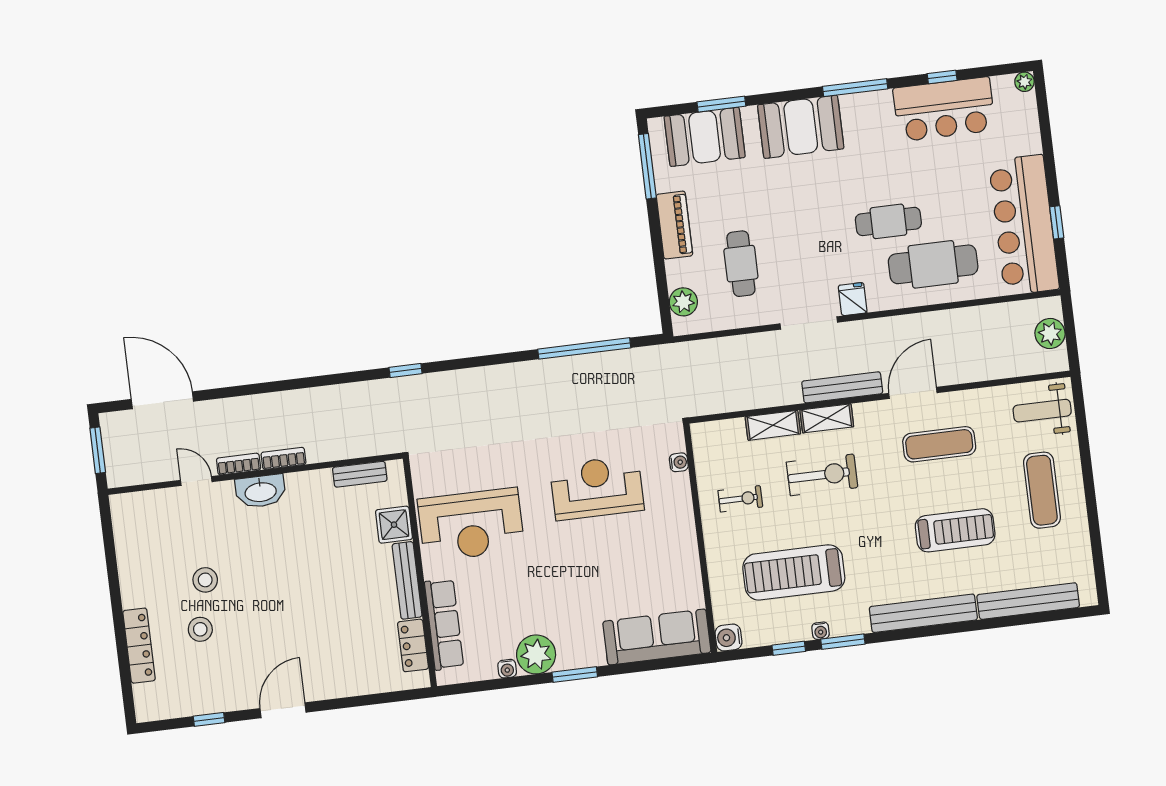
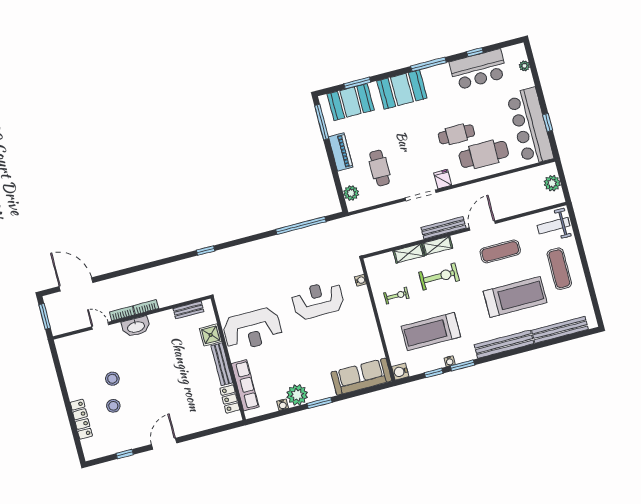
plant: (1024, 82) -> (524, 66), moved
treadmill: (955, 530) -> (515, 297), width x1.37, depth x1.38

